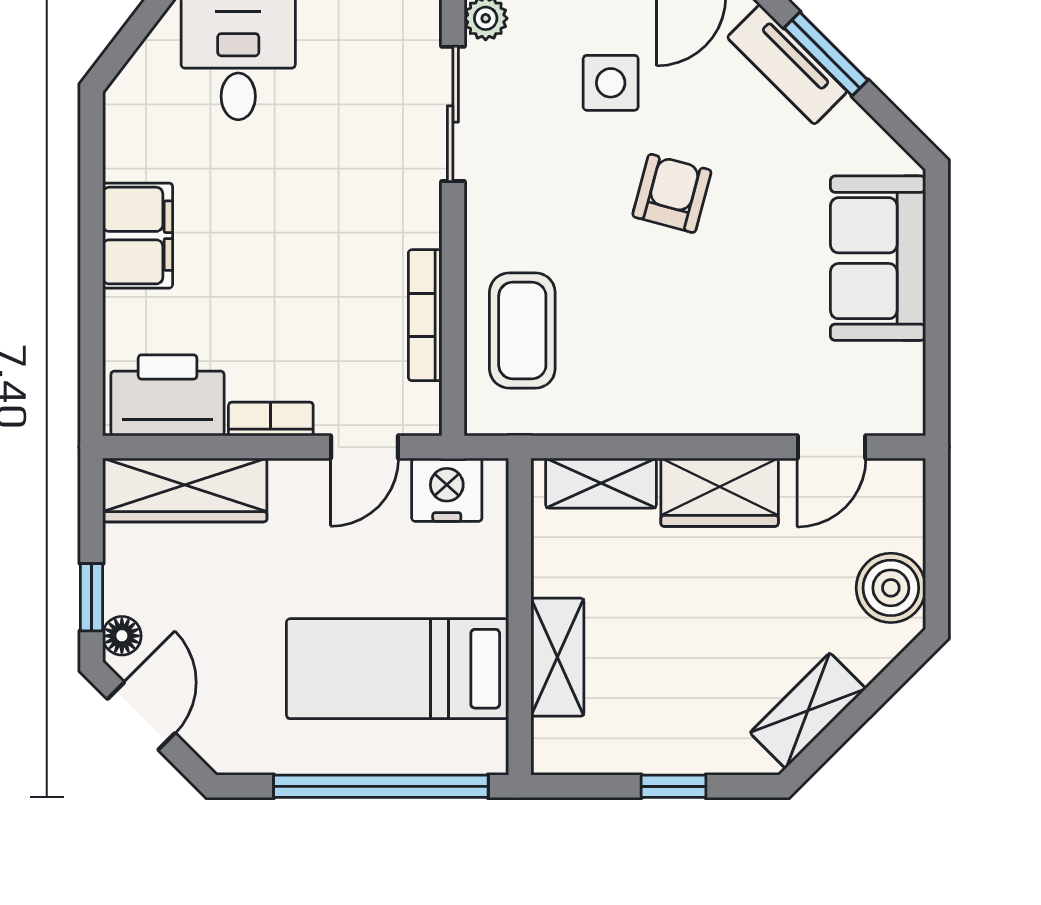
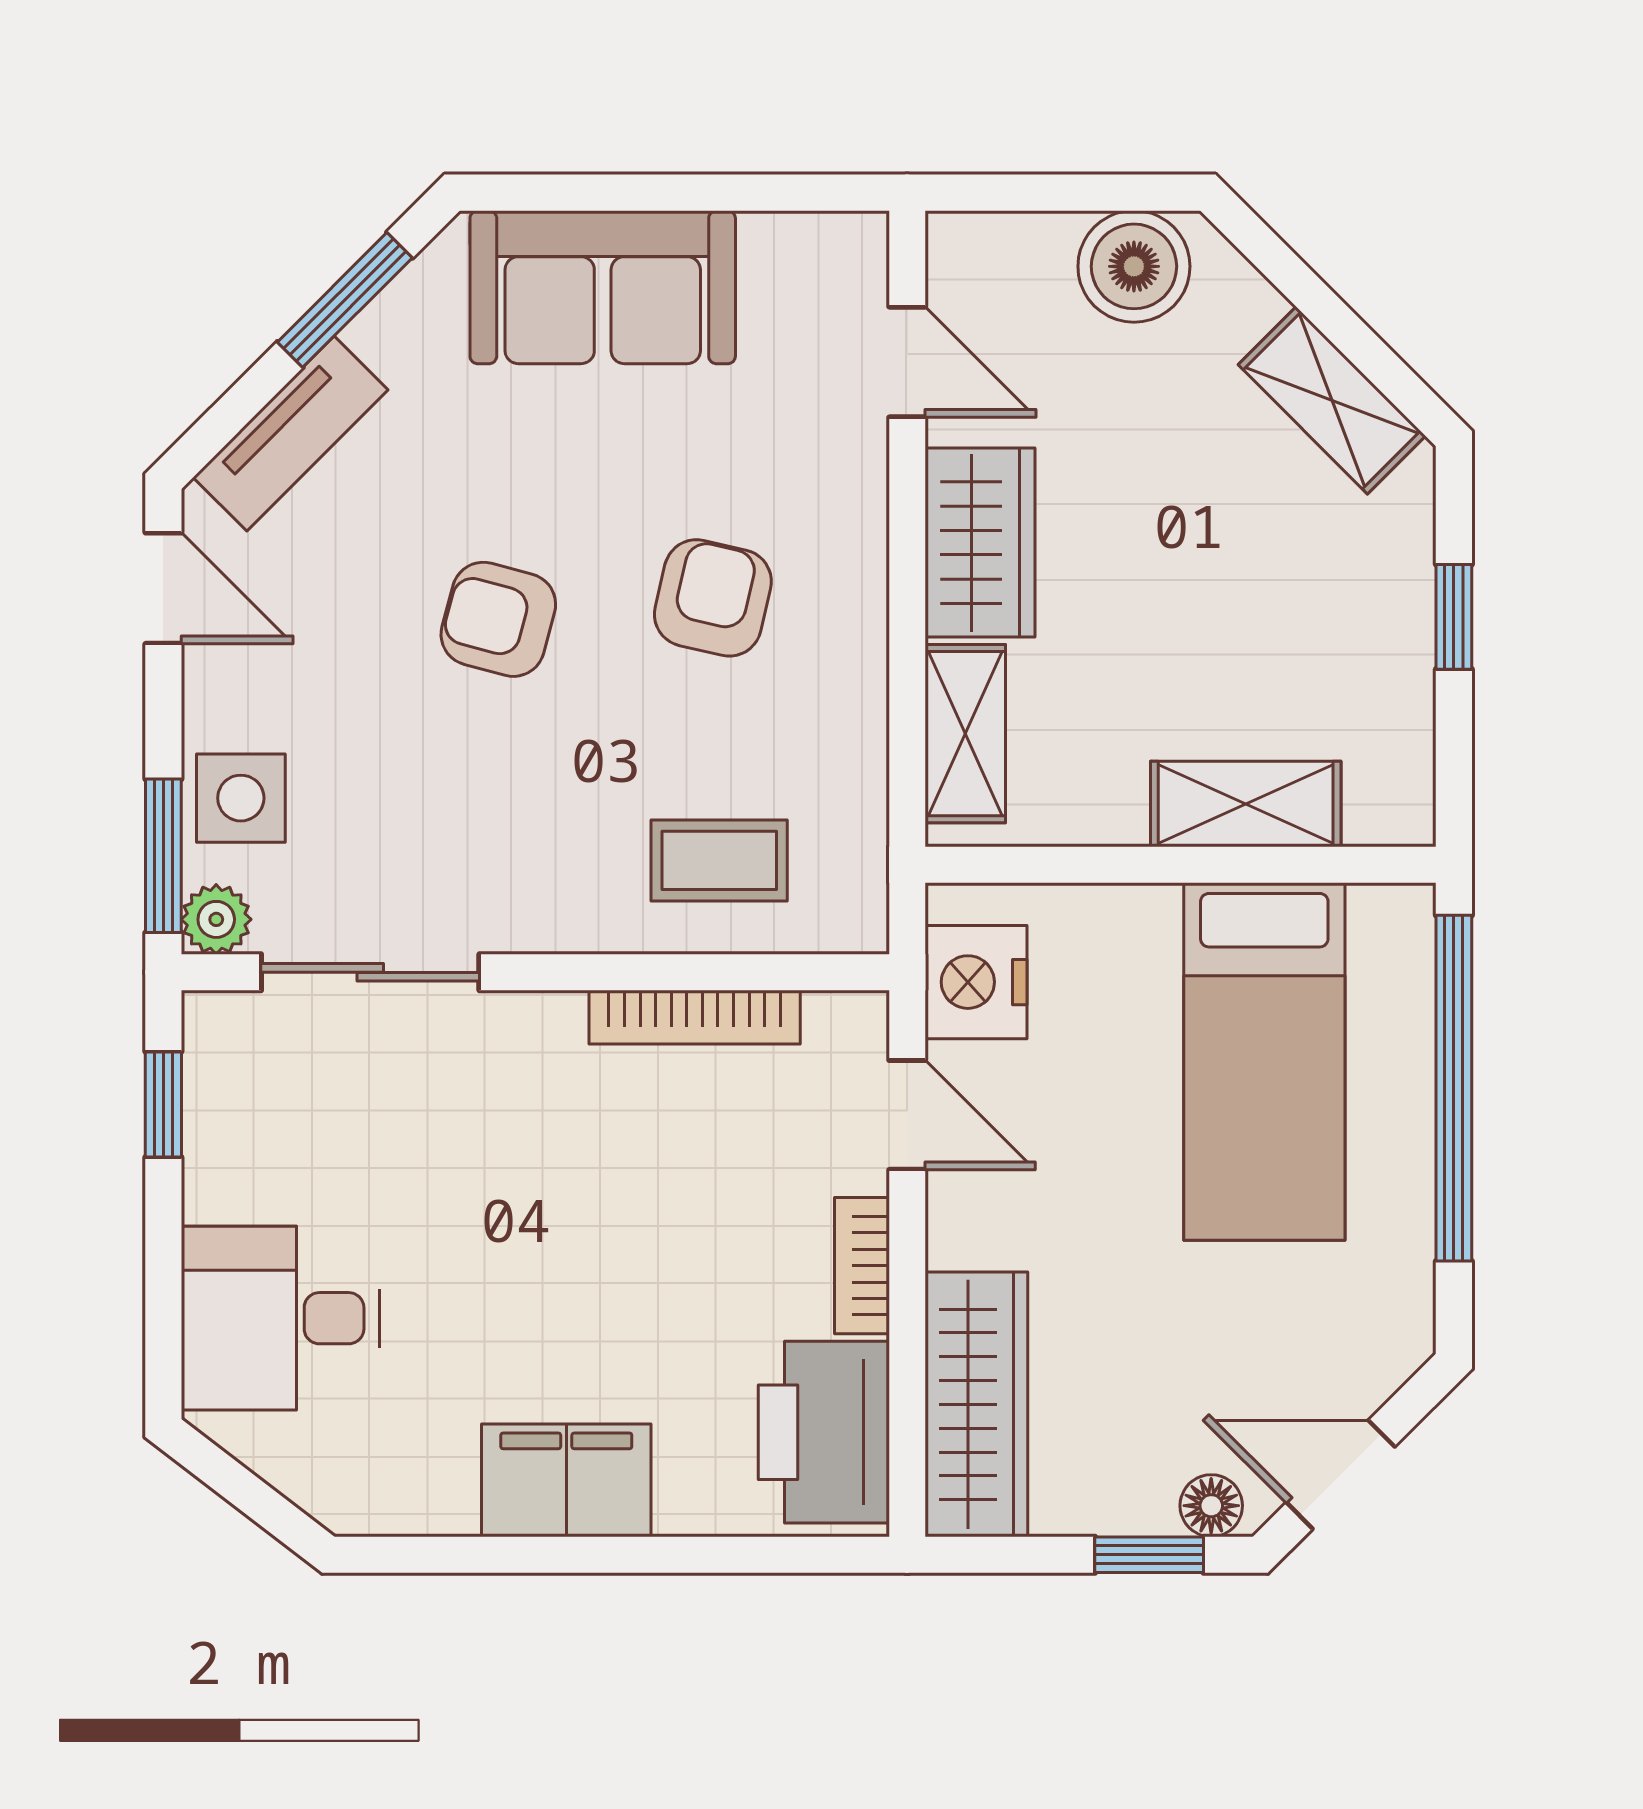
window: (826, 54) -> (345, 300), moved
side table: (611, 83) -> (241, 798), moved
armchair: (685, 327) -> (713, 598), added
coffee table: (522, 330) -> (719, 860), width x0.73, depth x0.77

